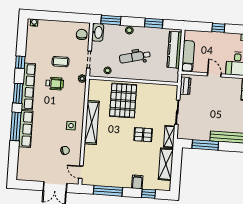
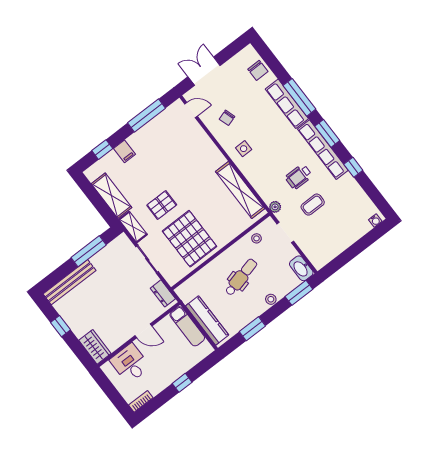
chair: (82, 34) -> (258, 70), moved
pallet: (123, 101) -> (190, 239), moved
shelving: (92, 123) -> (240, 190), moved

